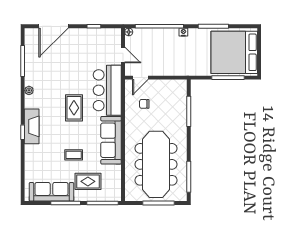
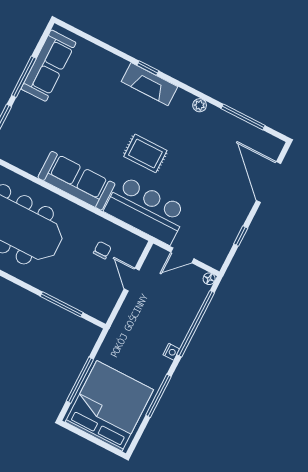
door: (140, 78) -> (132, 279), moved
coffee table: (74, 155) -> (83, 121), removed
rug: (88, 181) -> (37, 122), removed

